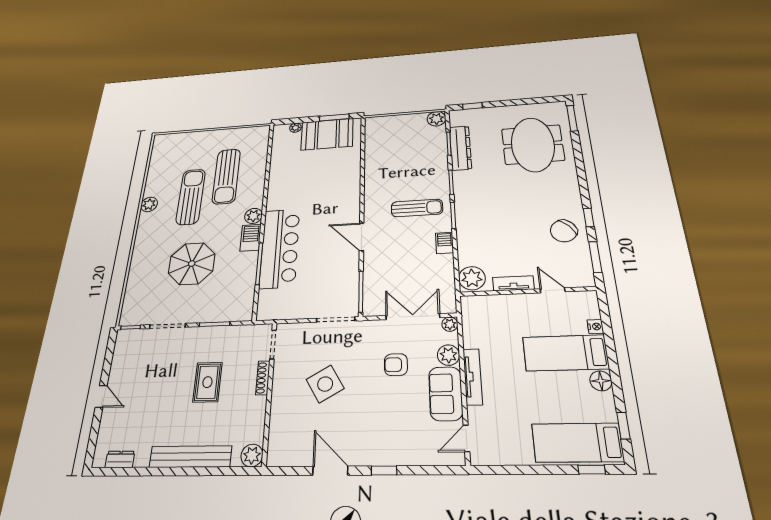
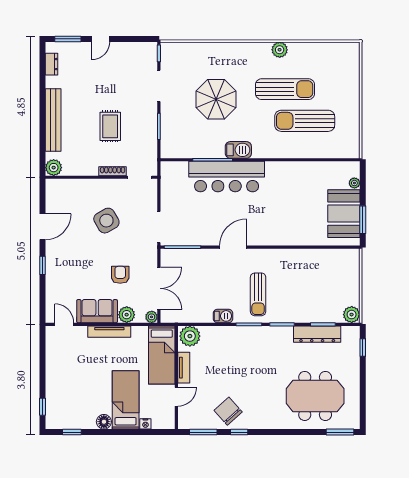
plant: (253, 216) -> (260, 150), removed
rug: (207, 382) -> (110, 126), turned 90
window: (93, 438) -> (68, 39), added
bed: (577, 443) -> (162, 355), moved, turned 180

